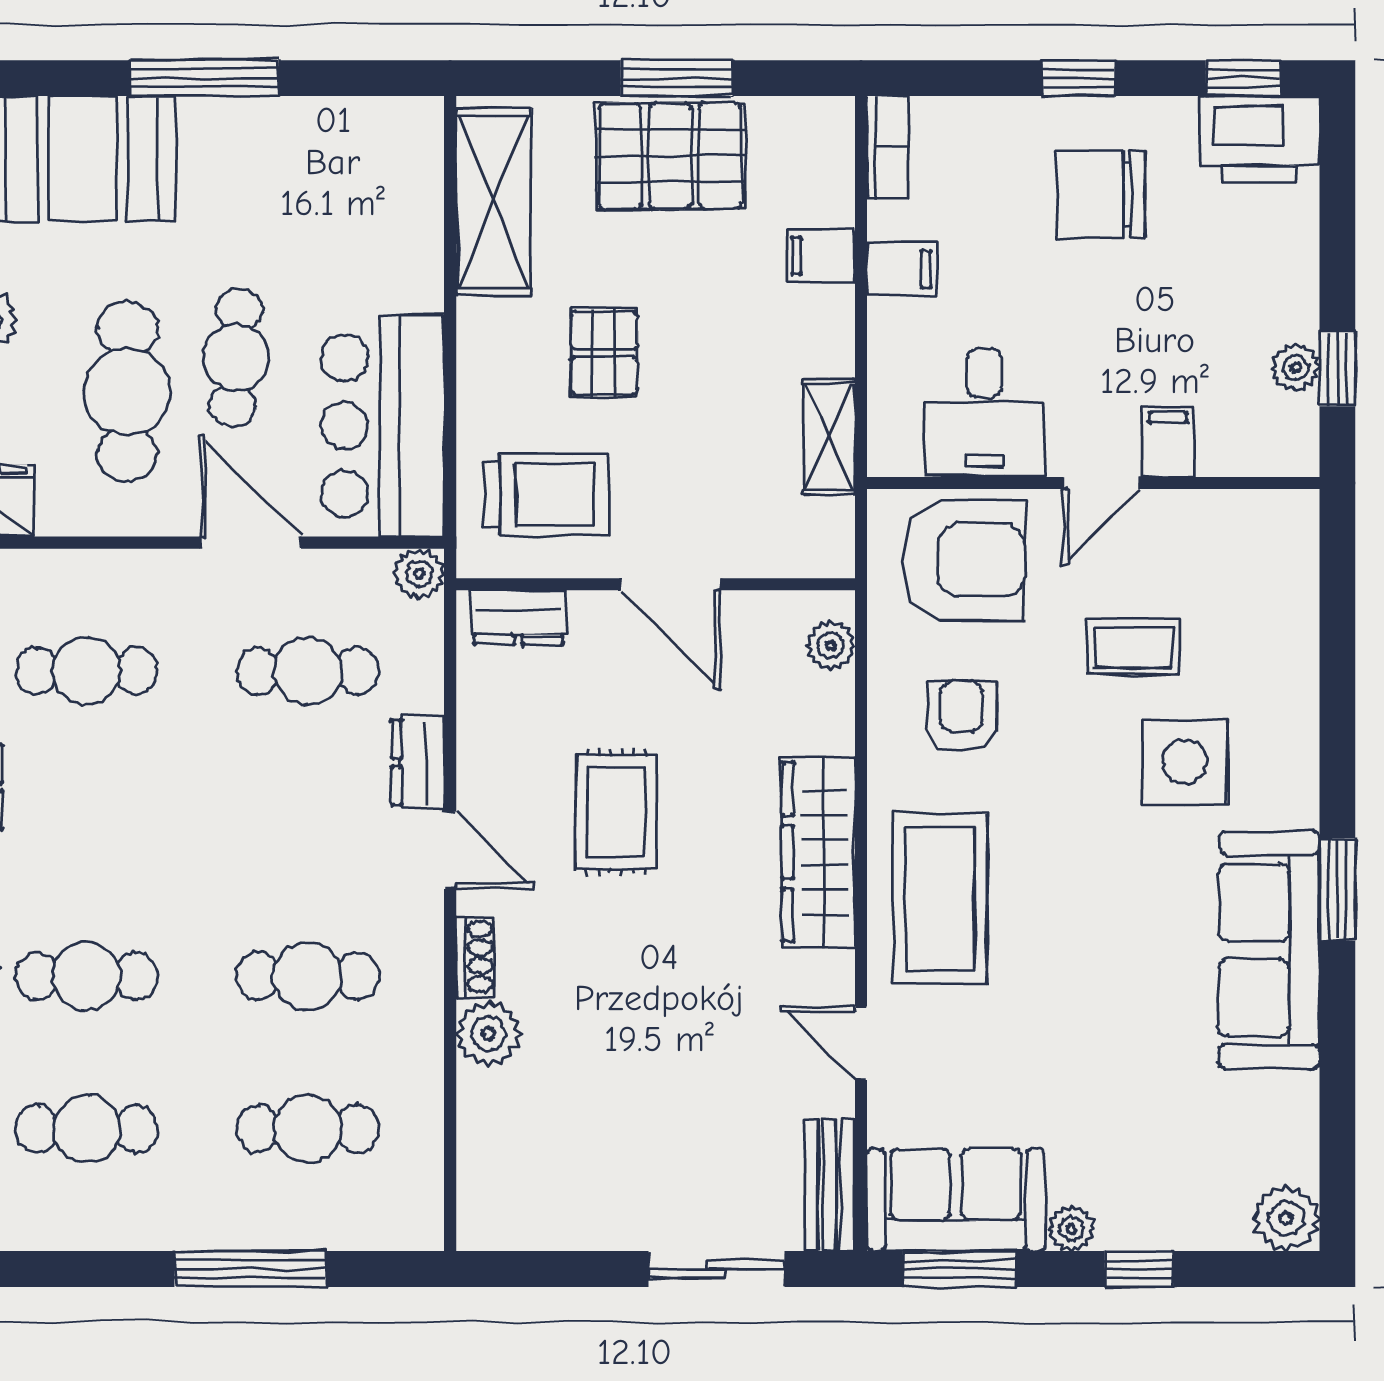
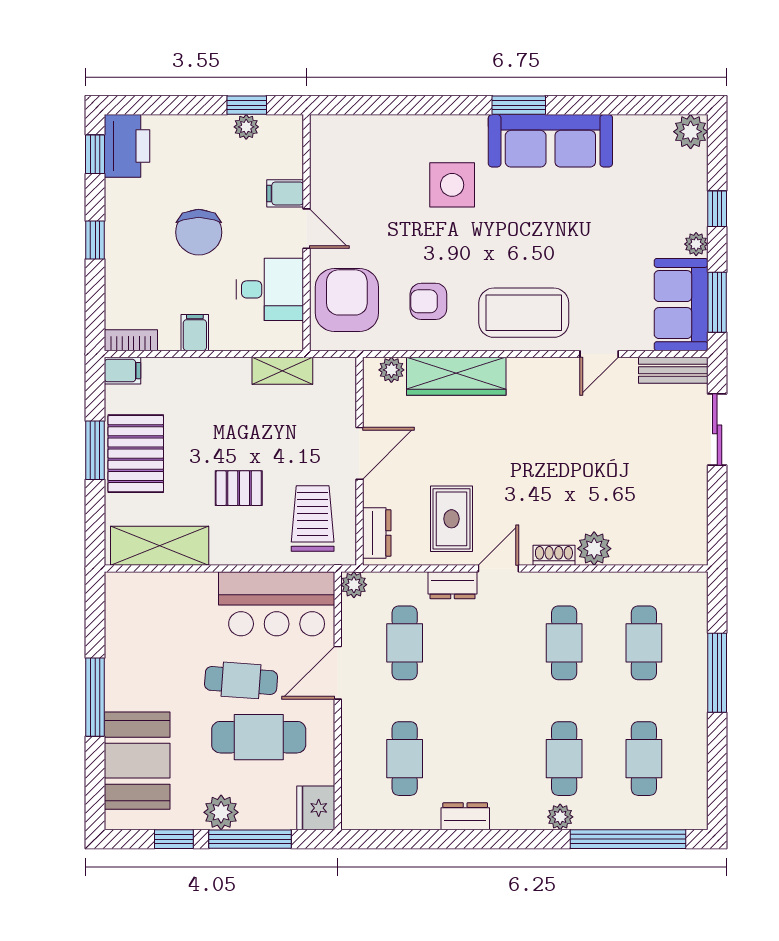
chair: (1100, 194) -> (199, 232), moved
filing cabinet: (820, 256) -> (122, 371), moved, turned -90
coffee table: (1133, 647) -> (392, 212), removed
rug: (616, 812) -> (451, 519), moved, turned 90
wardrobe: (818, 852) -> (456, 376), moved

